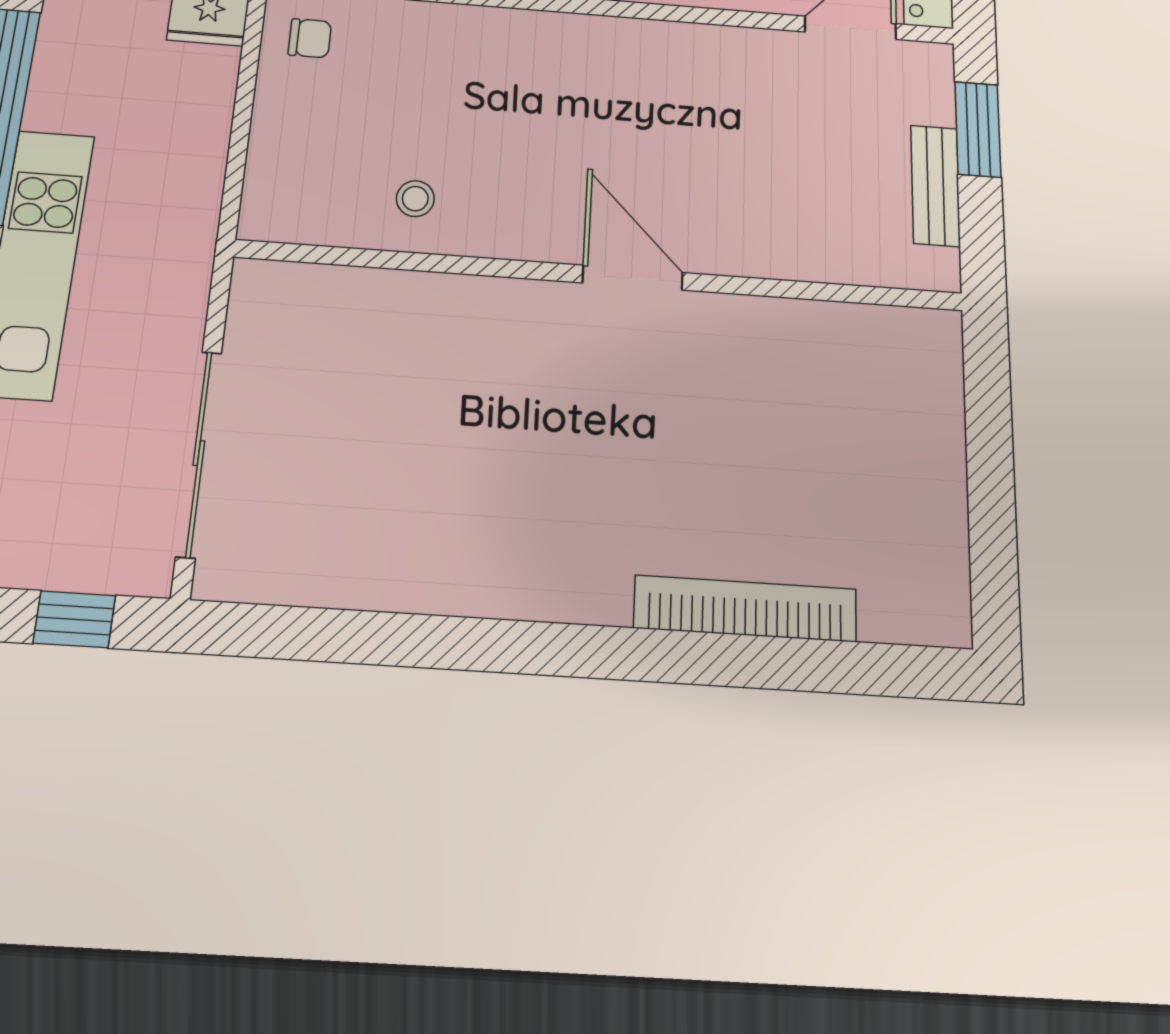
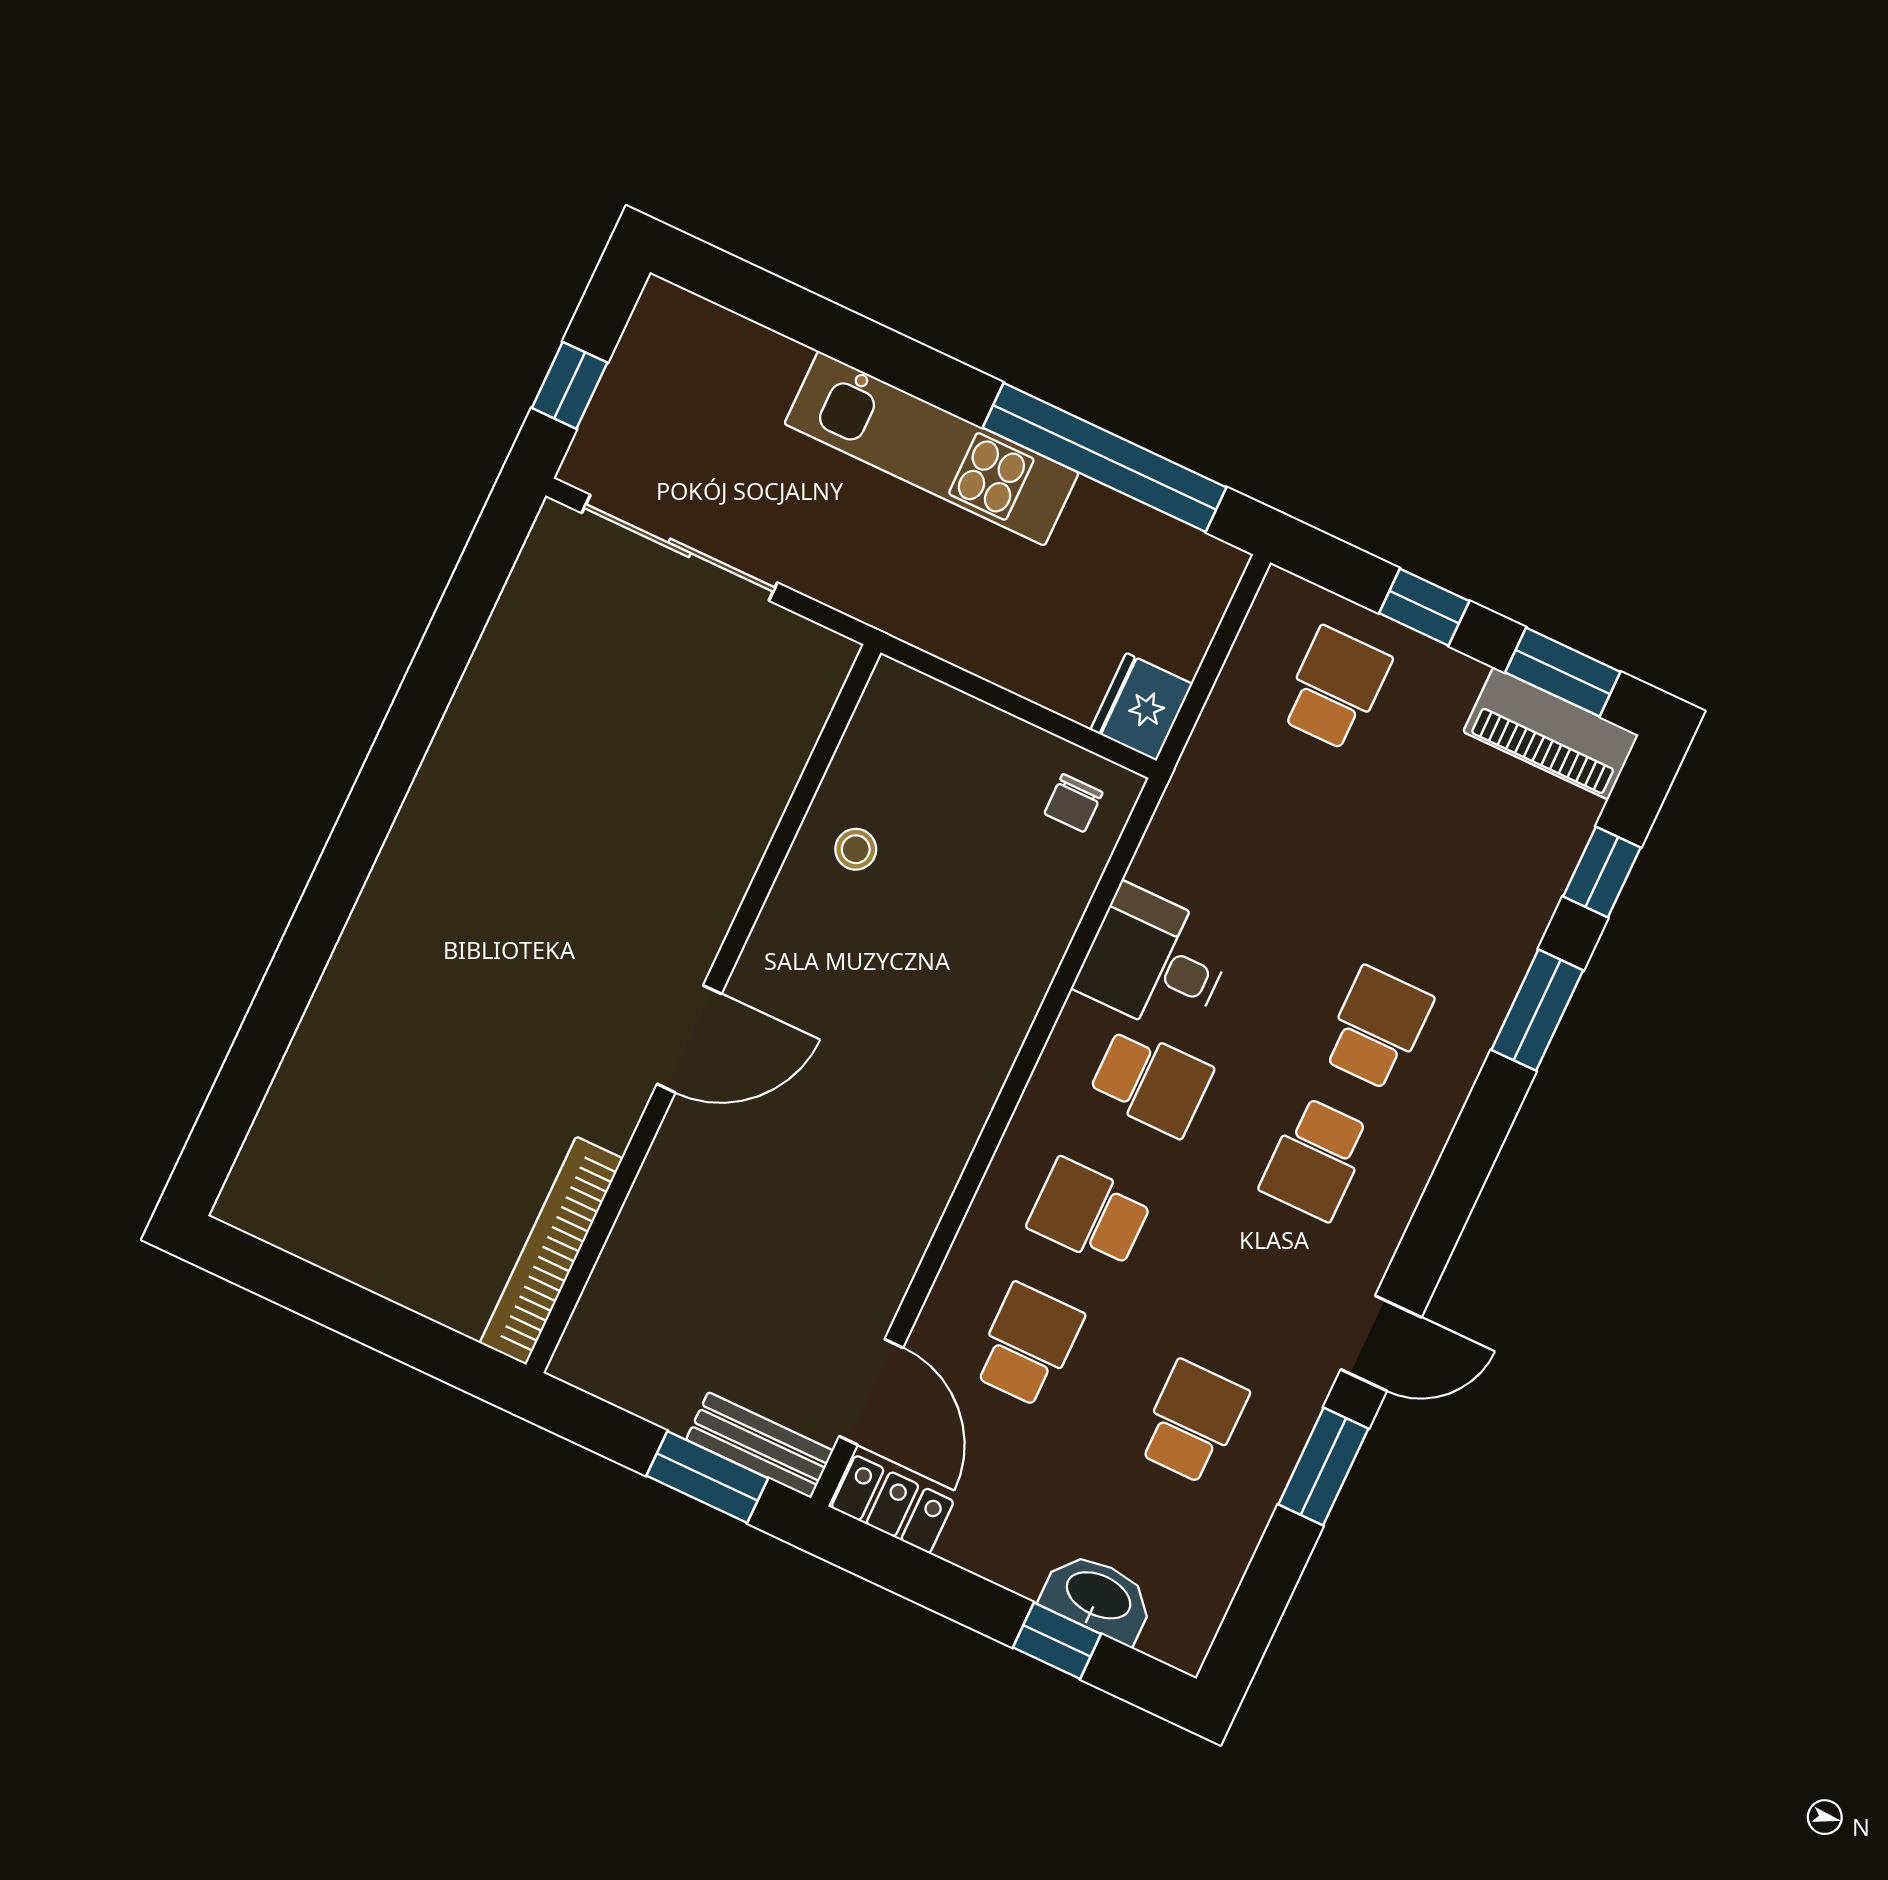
bench: (935, 185) -> (760, 1445), moved
bookcase: (745, 608) -> (551, 1251), moved, turned 180

